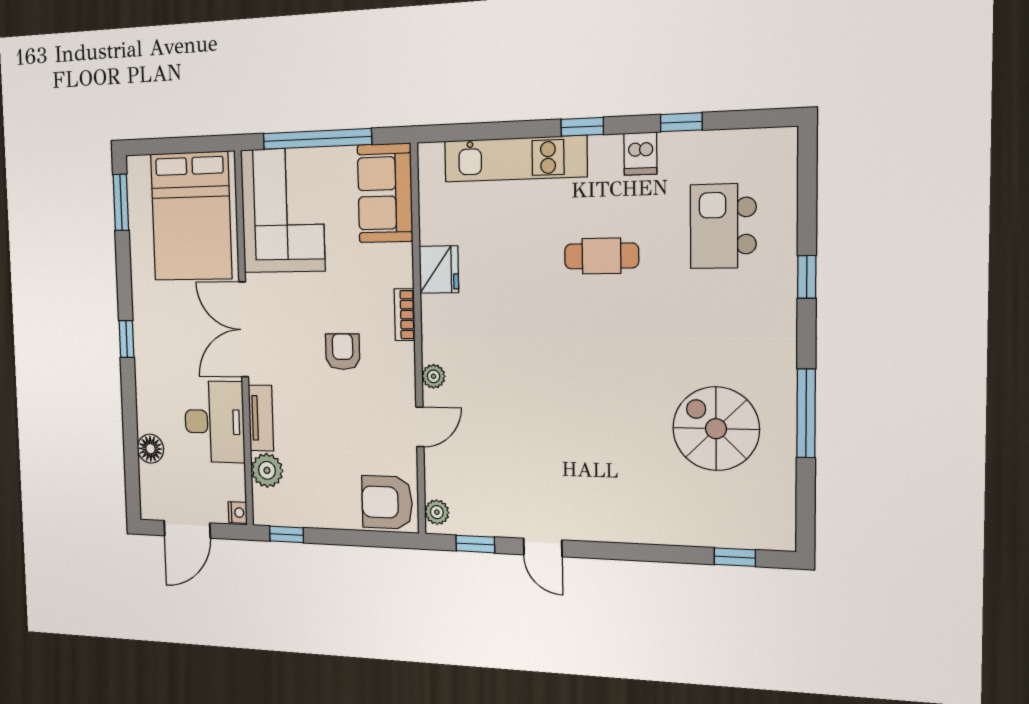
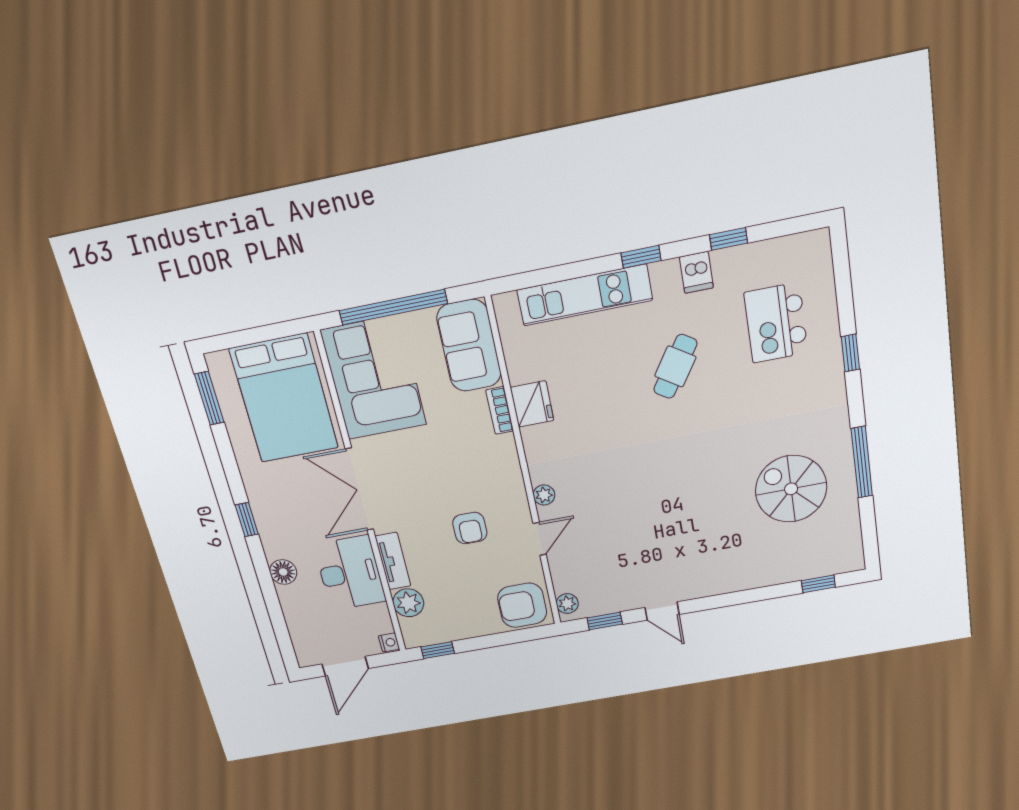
cafe table: (602, 256) -> (675, 366), turned -57
bookcase: (405, 315) -> (500, 410), moved
armchair: (343, 352) -> (470, 528), moved, turned 180
floor lamp: (150, 449) -> (283, 572), moved

